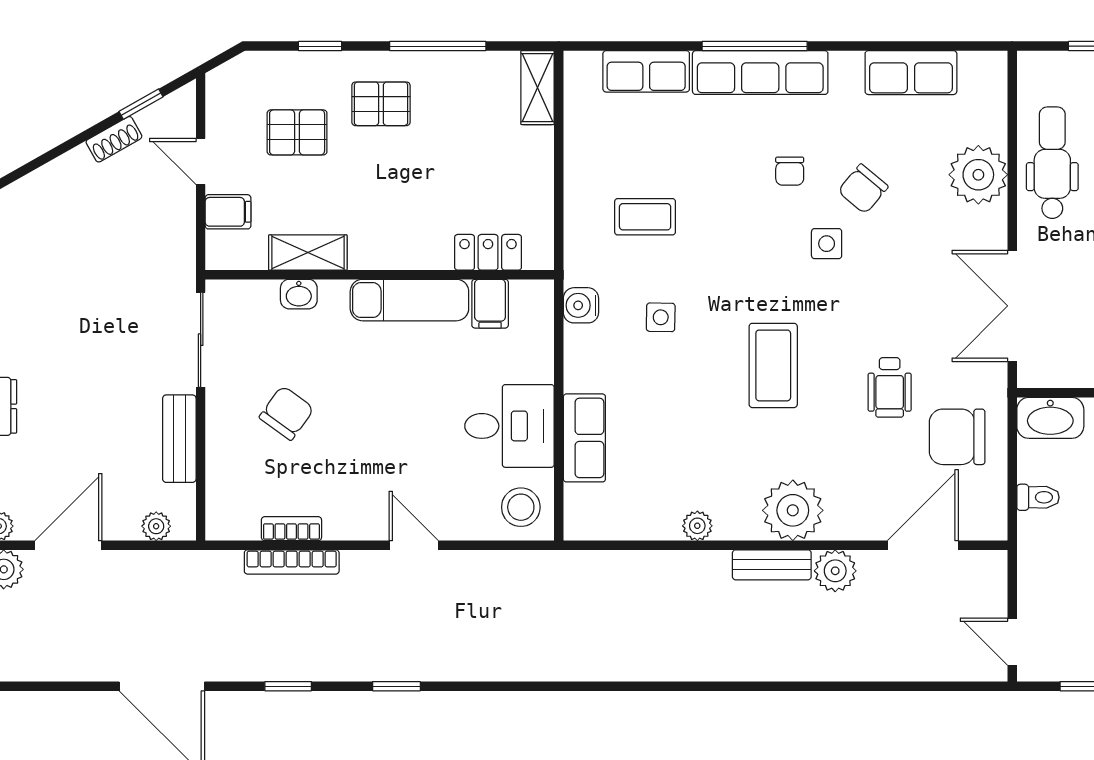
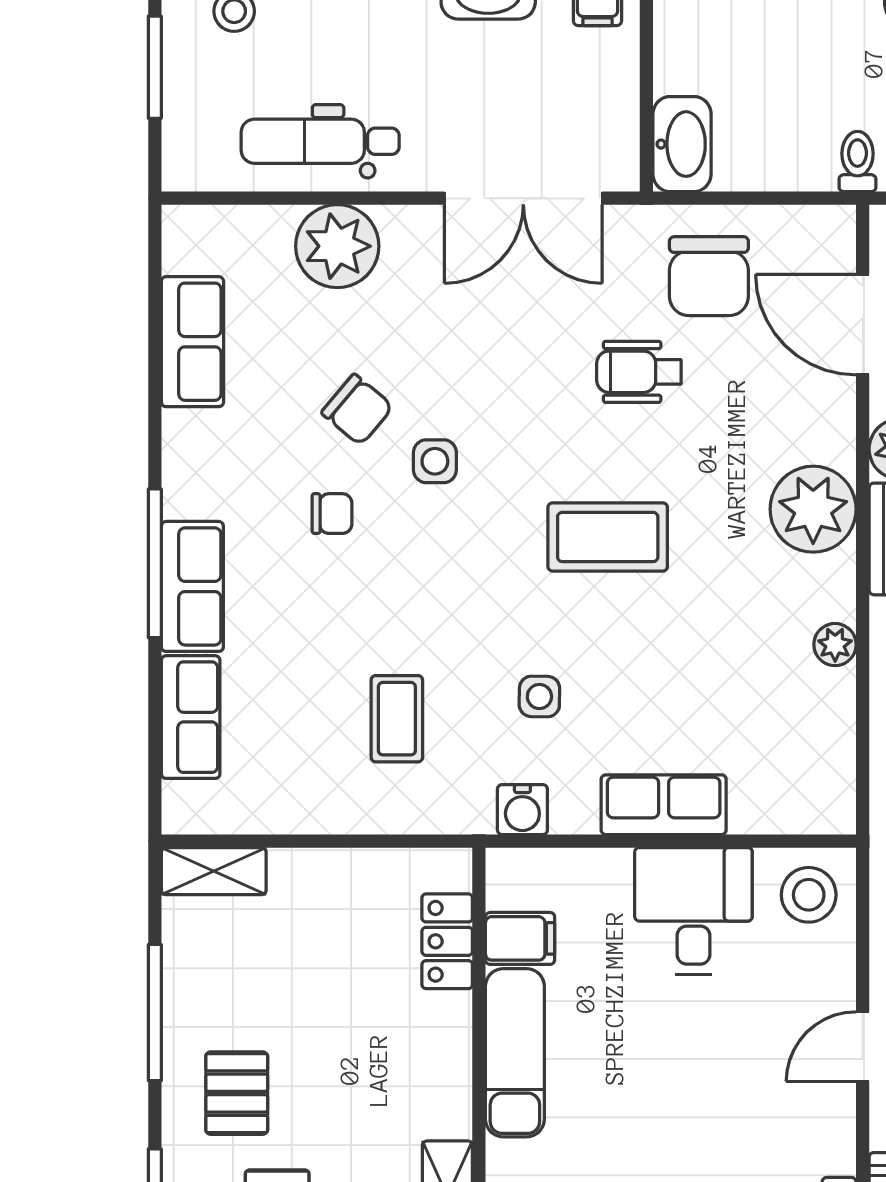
row of seats: (760, 73) -> (192, 586), width x0.68
wheelchair: (890, 387) -> (639, 372), turned 180
row of seats: (584, 438) -> (664, 805), moved
toilet: (1038, 497) -> (858, 162), moved

